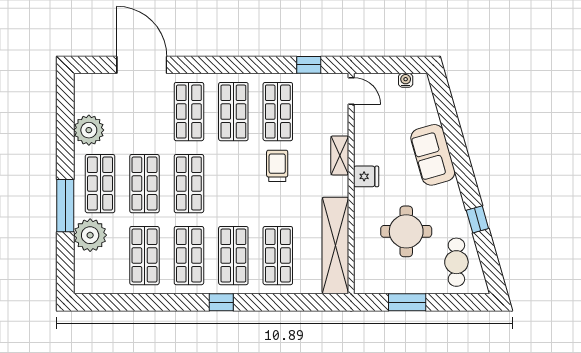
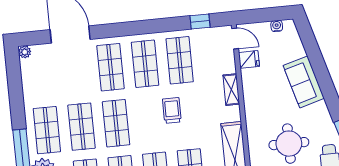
plant: (89, 130) -> (25, 52), moved, width x0.53, depth x0.53
trolley: (277, 166) -> (172, 111), moved
fridge: (366, 176) -> (249, 59), moved

